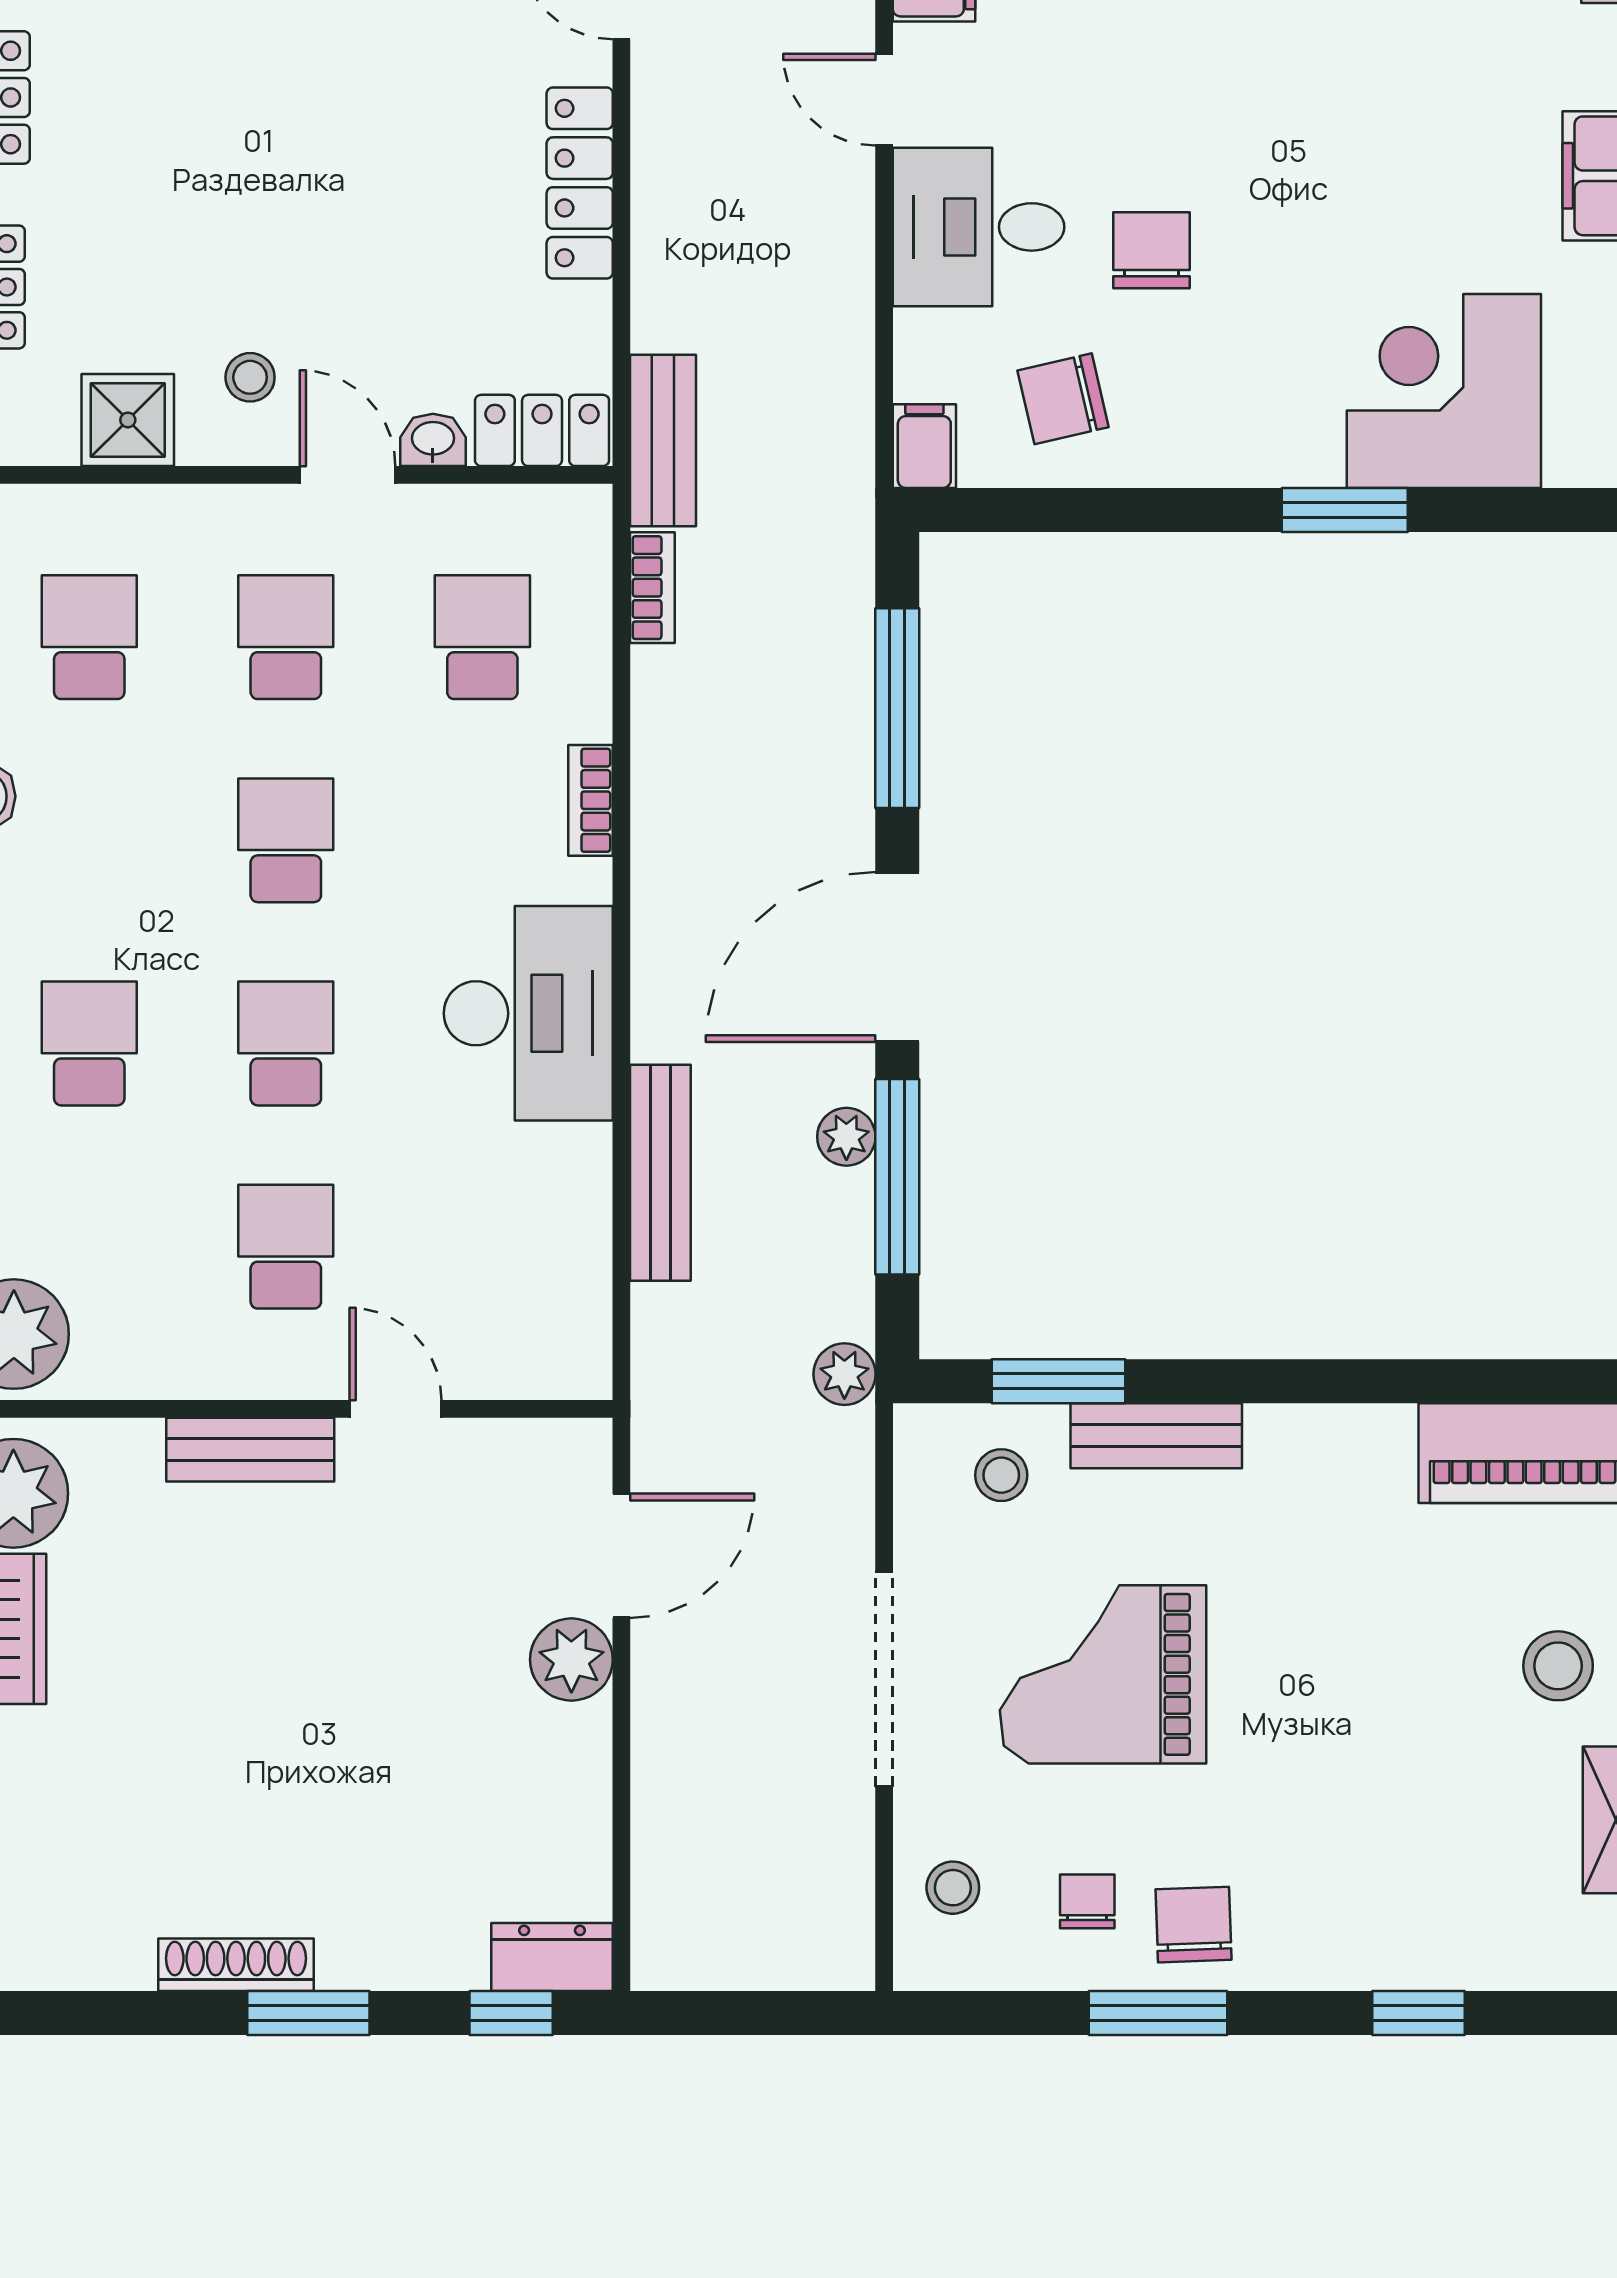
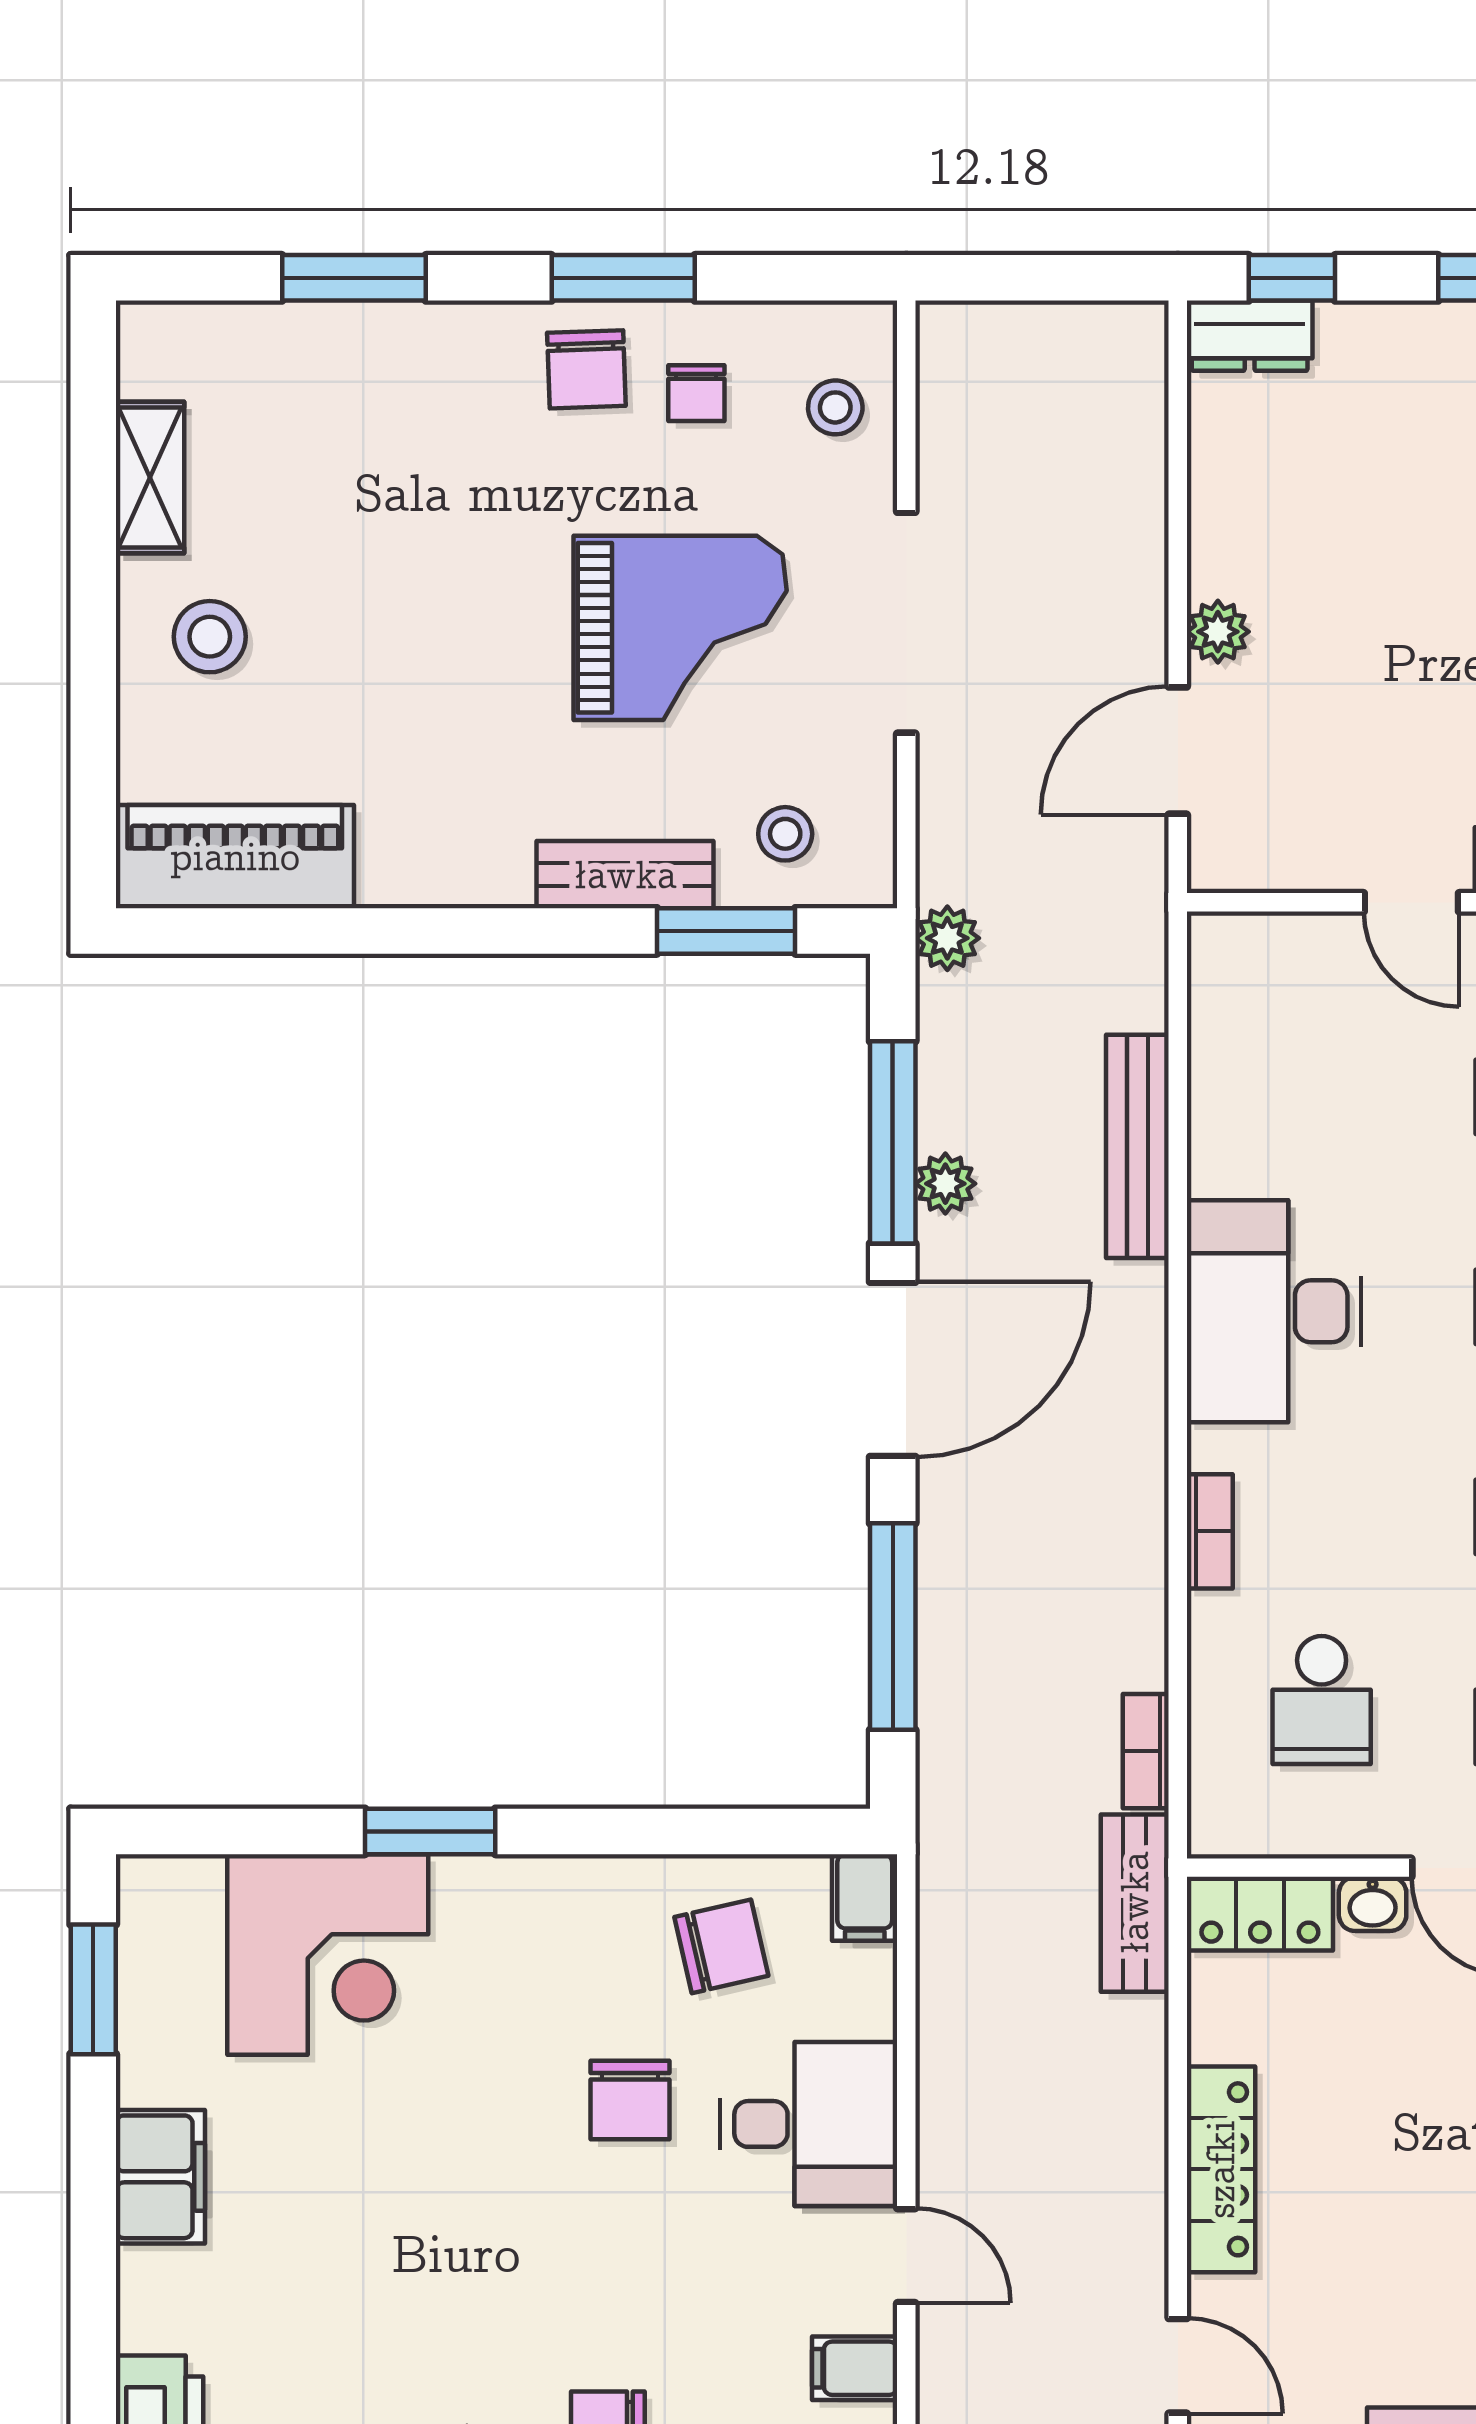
plant: (571, 1660) -> (1218, 632), width x0.73, depth x0.73
window: (1419, 2013) -> (354, 278), width x1.50

